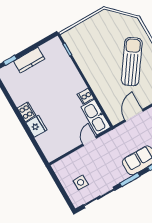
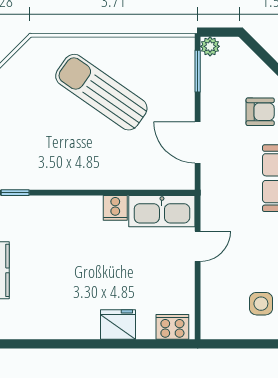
cooker: (27, 112) -> (172, 327), moved
door: (90, 141) -> (198, 246), swing flipped

